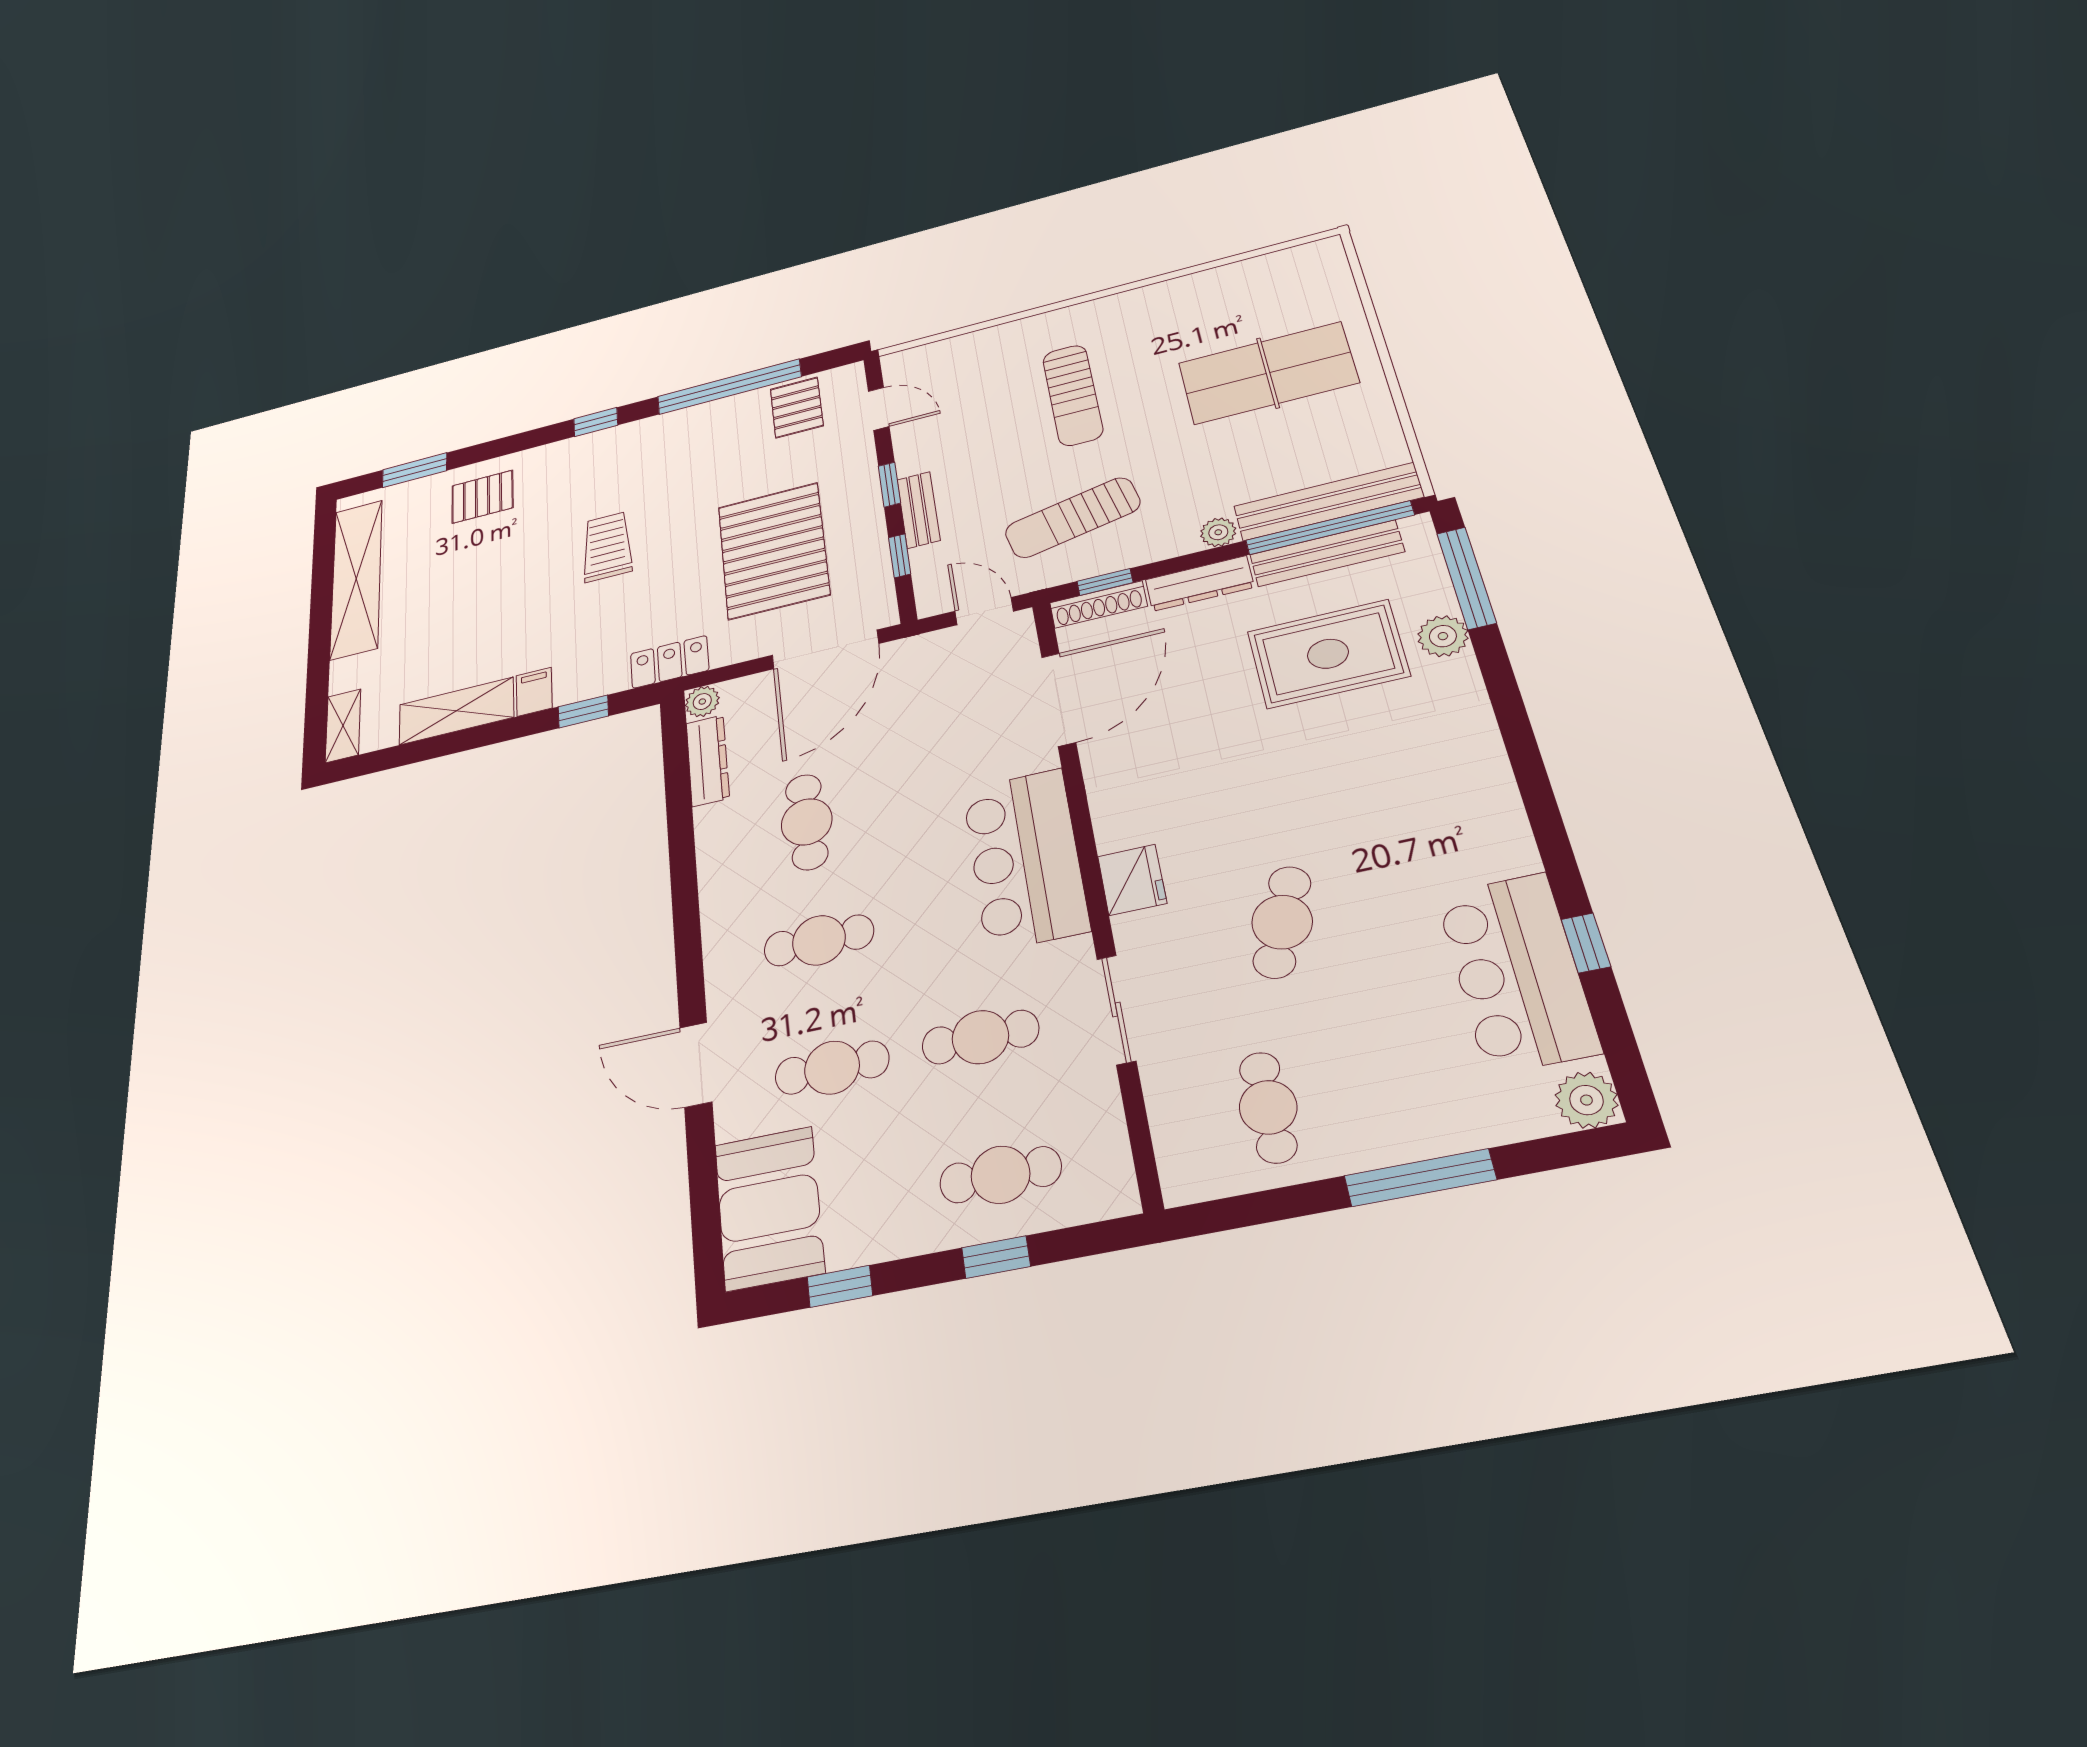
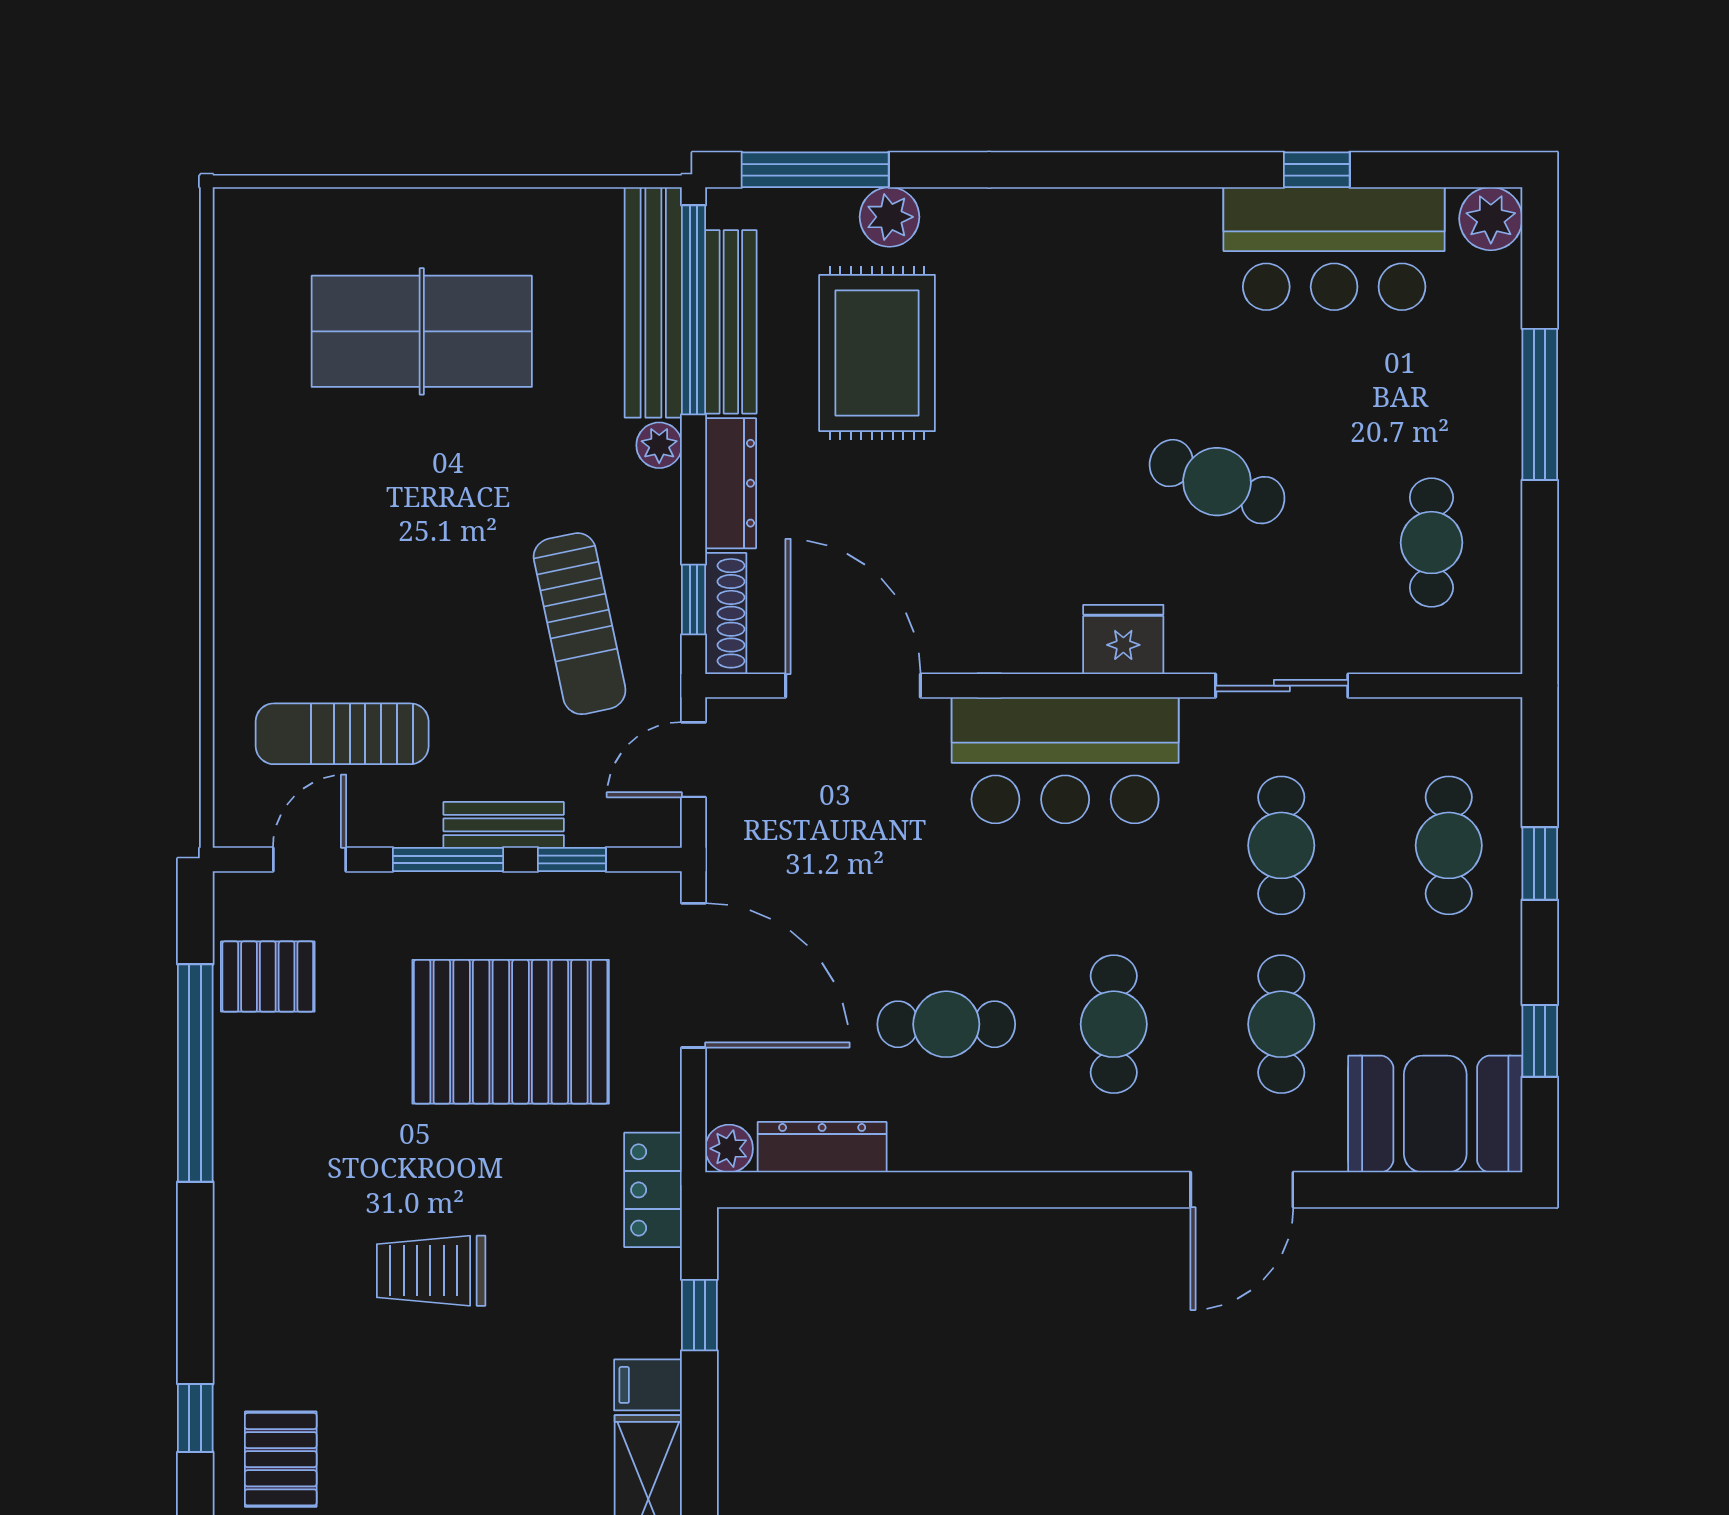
table tennis table: (1268, 373) -> (422, 331), turned 90
sun lounger: (1073, 395) -> (342, 734), moved, turned 180
window: (596, 422) -> (195, 1418), moved
window: (889, 485) -> (448, 859), width x1.50
cafe table: (1268, 1107) -> (1431, 543), turned 90

